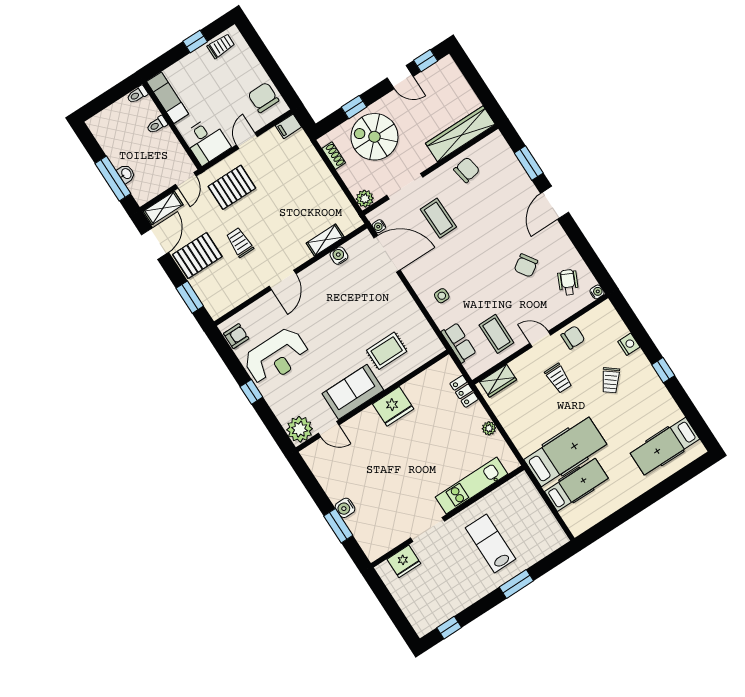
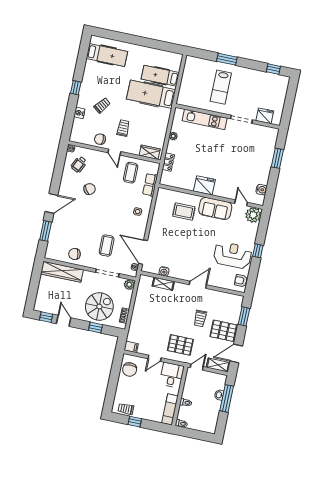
spiral stairs: (374, 137) -> (99, 306), turned -90
water cooler: (345, 508) -> (261, 190), moved

